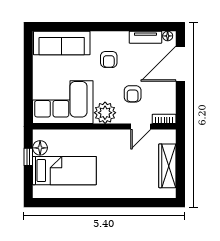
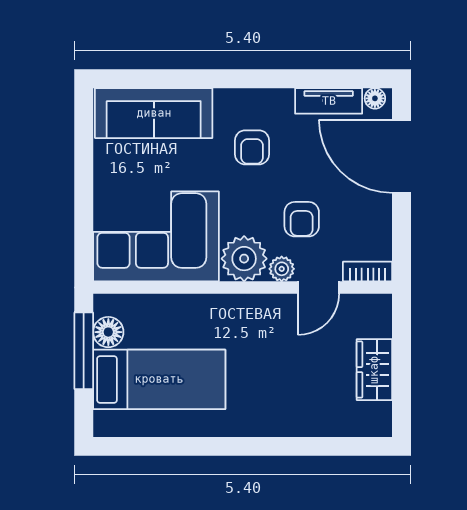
door: (180, 64) -> (401, 156), hinge flipped
plant: (123, 118) -> (282, 269), added
window: (28, 157) -> (84, 351), width x2.17
wardrobe: (167, 166) -> (374, 370), width x0.67

